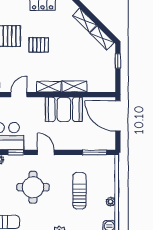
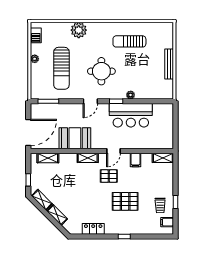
pallet: (39, 45) -> (109, 176), moved
shelving: (74, 86) -> (48, 158), moved
door: (118, 116) -> (28, 133), hinge flipped
door: (46, 152) -> (90, 101), hinge flipped
sun lounger: (79, 191) -> (61, 68), width x1.36, depth x1.34

